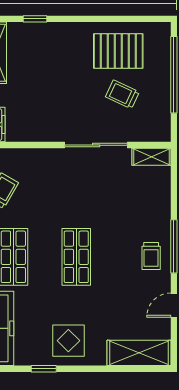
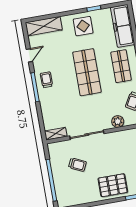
pallet: (118, 51) -> (113, 185), moved
plant: (37, 159) -> (118, 121), added
shop shelf: (76, 257) -> (87, 72), width x1.43, depth x1.36

